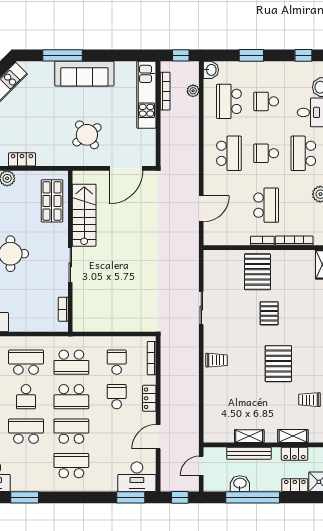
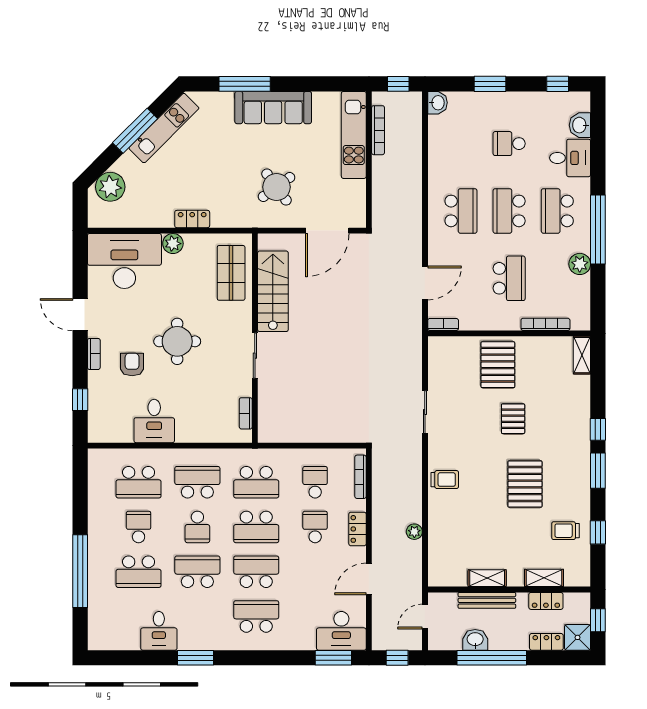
plant: (193, 91) -> (414, 532), moved
school desk: (229, 101) -> (461, 144), removed
school desk: (266, 153) -> (509, 211), width x1.85
bookcase: (262, 241) -> (443, 324), moved

